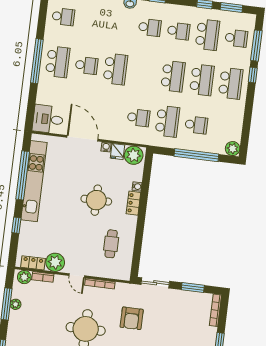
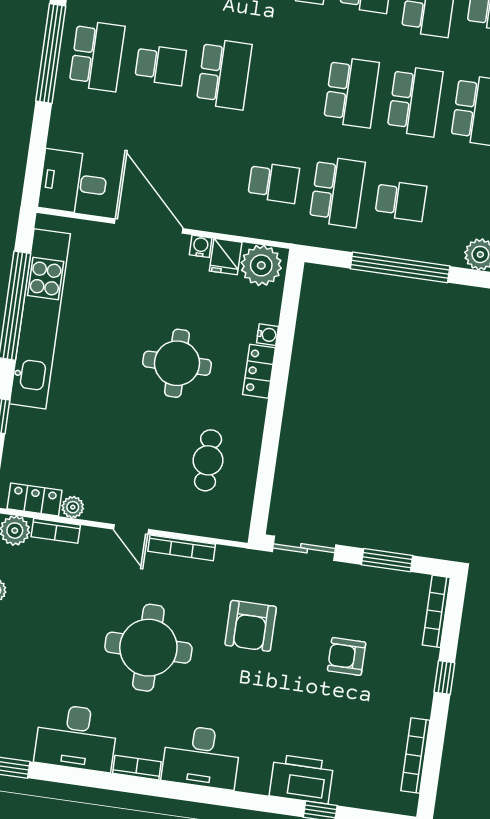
plant: (55, 262) -> (73, 507), width x0.53, depth x0.53
armchair: (175, 331) -> (347, 656), added

